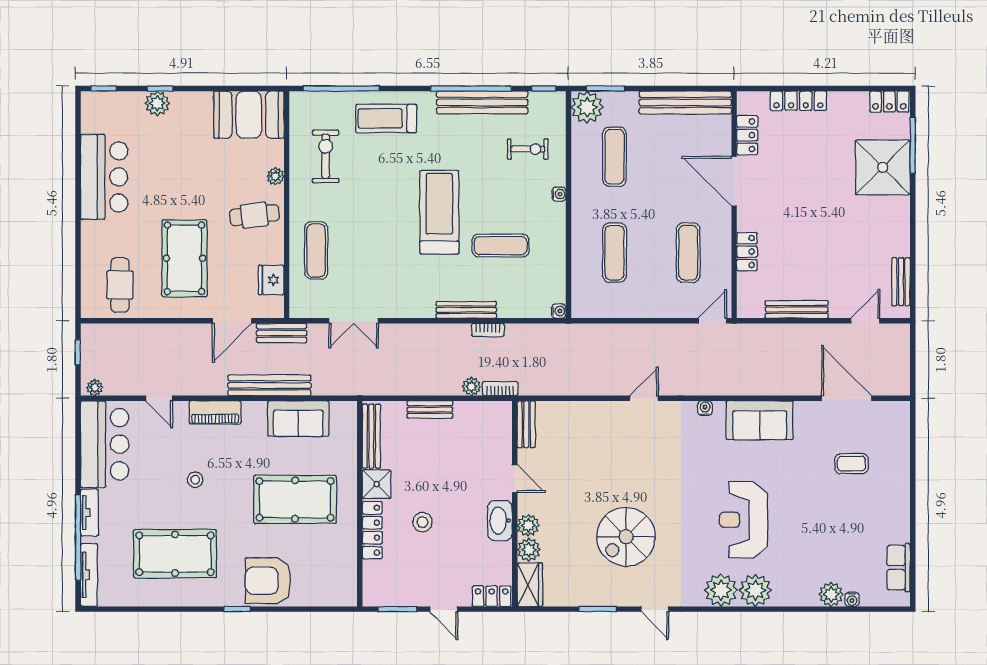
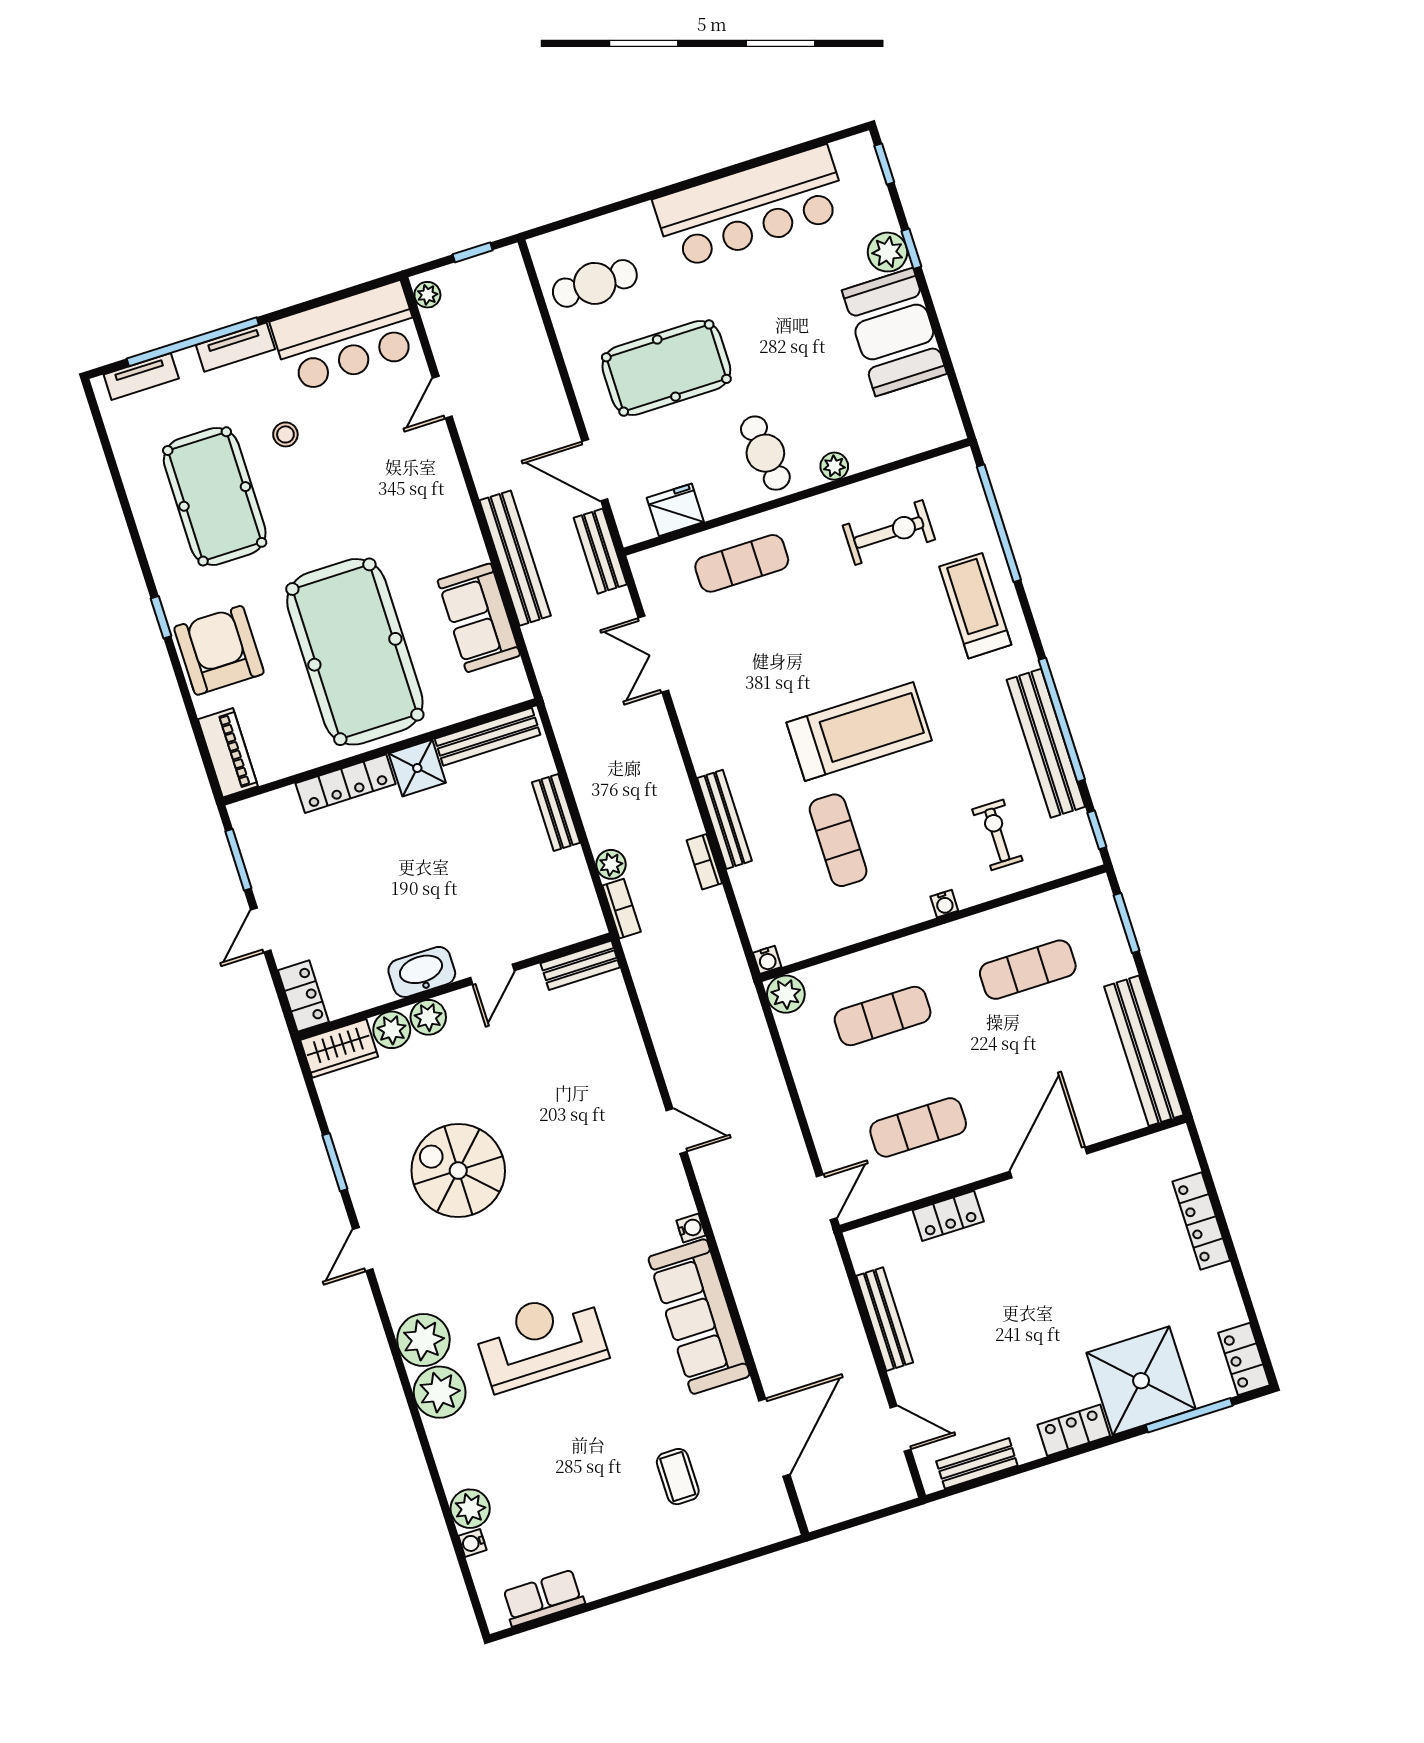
plant: (587, 107) -> (786, 994), moved, width x0.73, depth x0.73
booth: (249, 115) -> (894, 332), moved
locker: (747, 135) -> (1074, 1430), moved, turned 180
exercise bike: (528, 149) -> (997, 835), turned 180
bar counter: (104, 177) -> (751, 207), width x1.36
door: (712, 321) -> (827, 1197), hinge flipped
piano: (215, 412) -> (228, 753), moved, turned 180
sofa: (760, 420) -> (699, 1317), width x1.36
stool: (195, 480) -> (285, 434), moved
pool table: (295, 499) -> (355, 652), width x1.36, depth x1.32
stool: (422, 522) -> (382, 856), removed
tv unit: (89, 575) -> (141, 377), width x0.71

